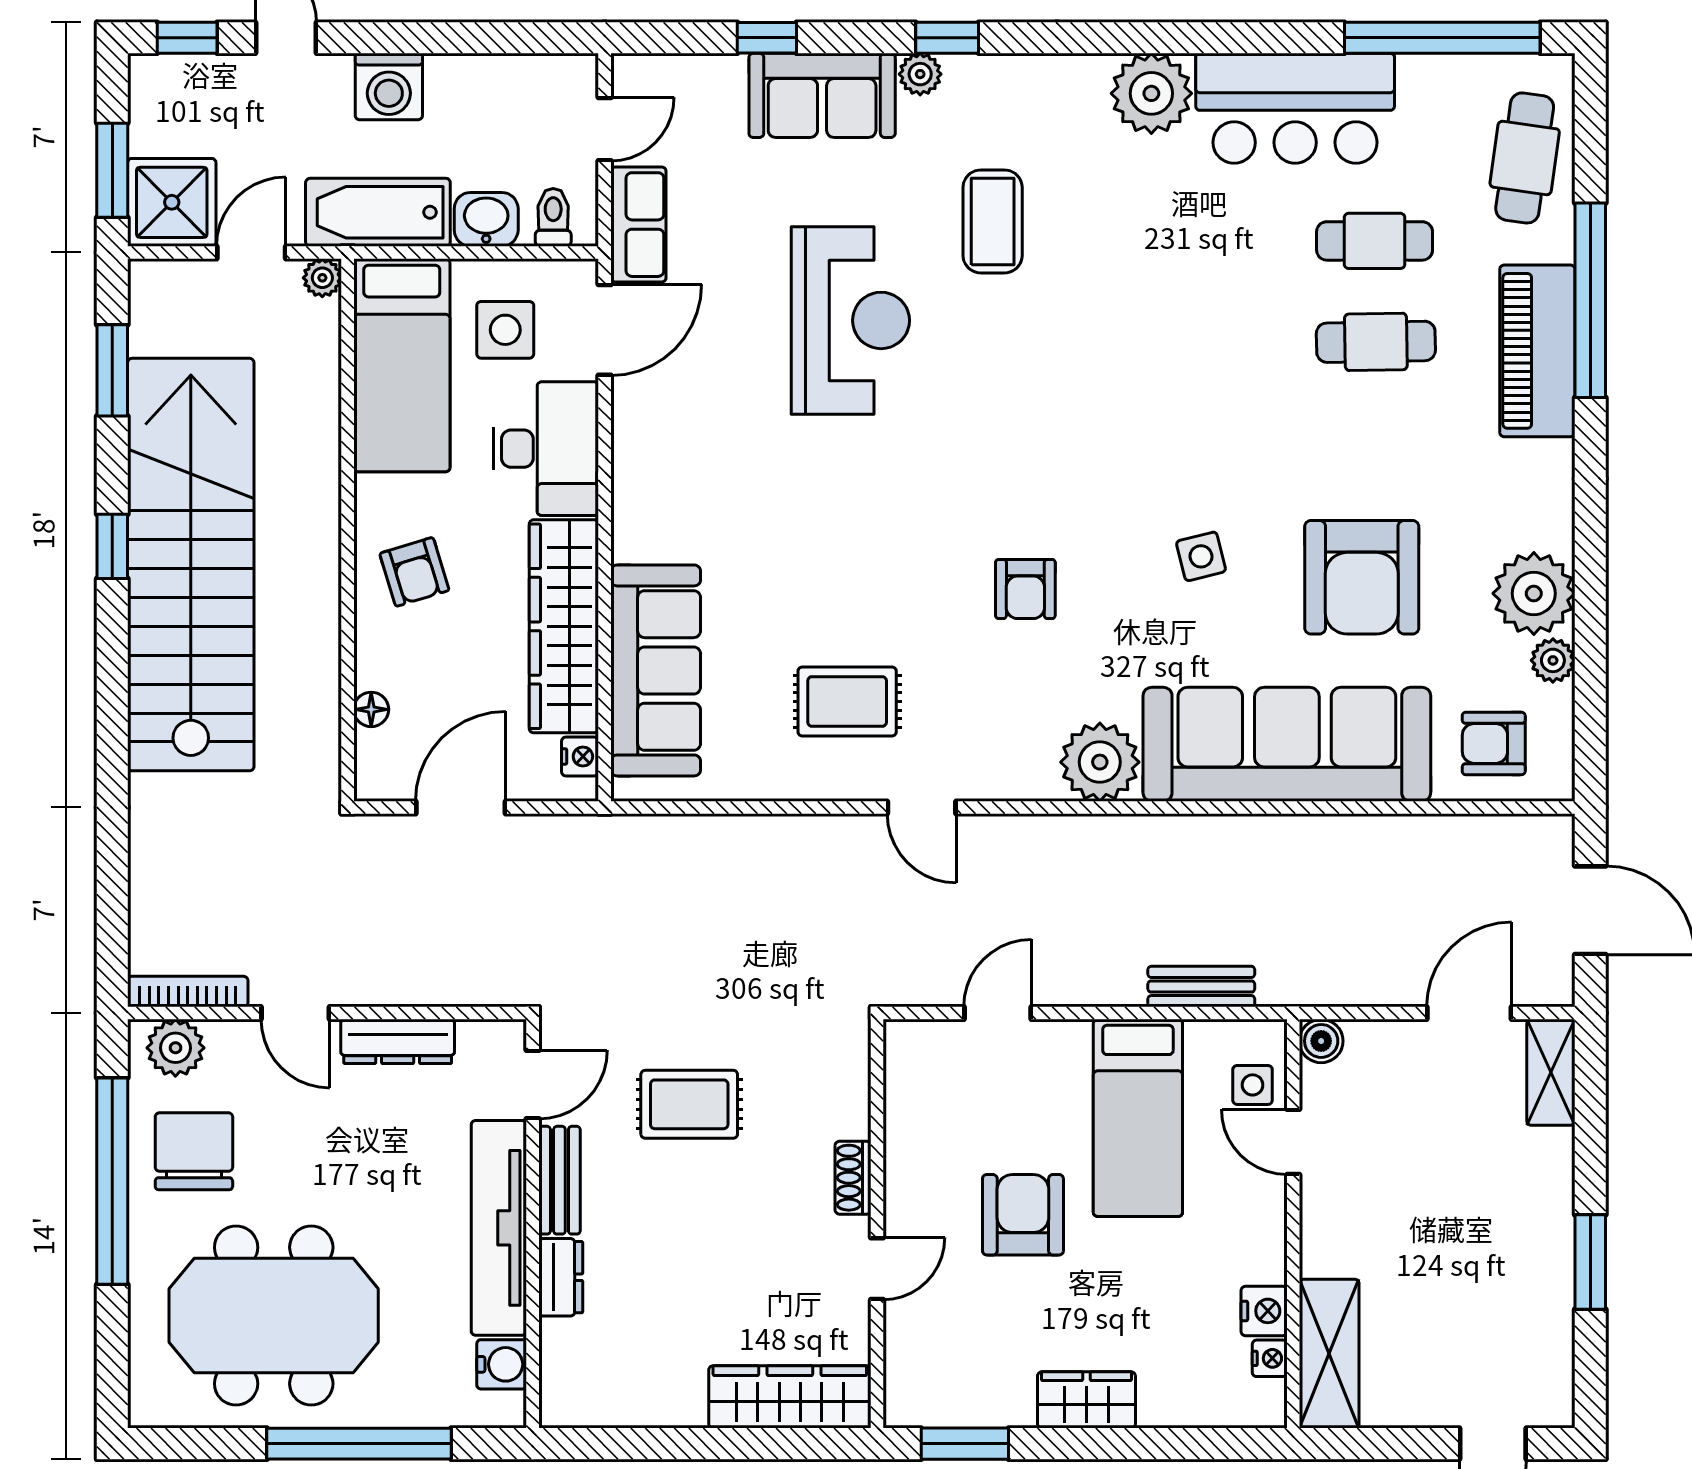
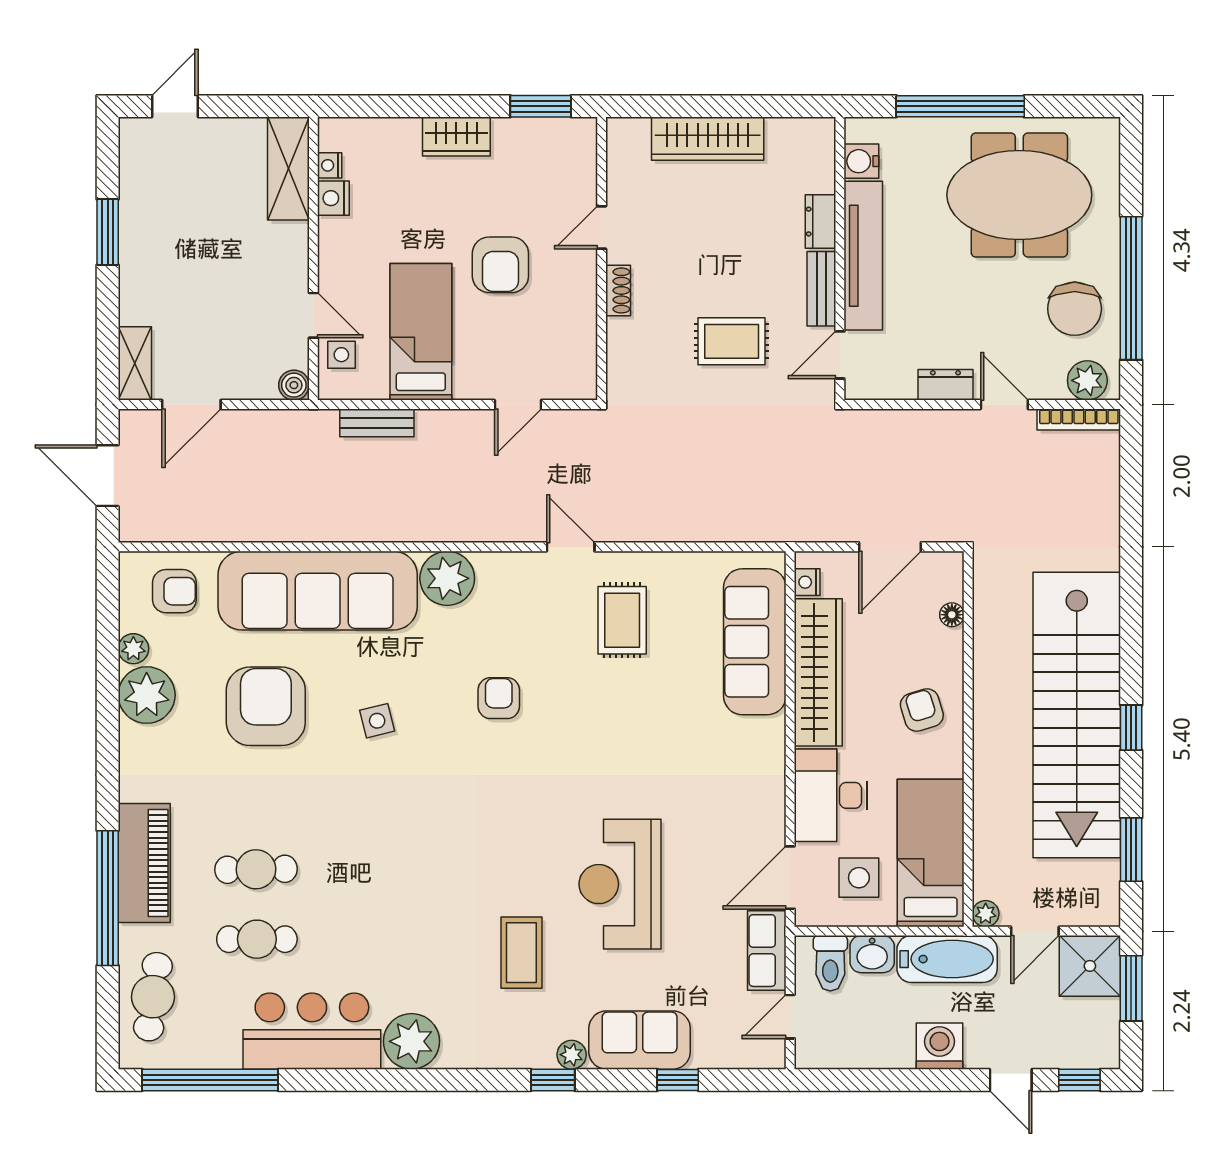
toilet: (553, 217) -> (830, 963), width x1.37, depth x1.39
rug: (847, 701) -> (622, 620), turned 90
dresser: (398, 1041) -> (945, 385), width x0.70
wardrobe: (790, 1397) -> (708, 139), moved

